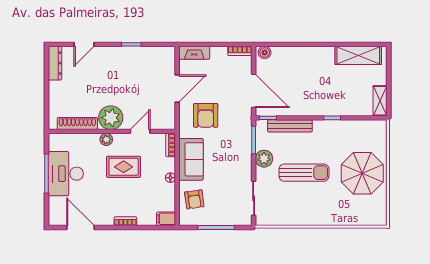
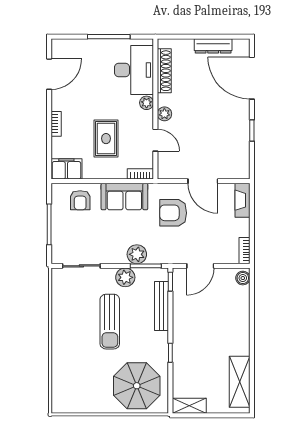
door: (84, 44) -> (252, 78), width x1.88
dresser: (55, 63) -> (213, 46), moved
door: (254, 91) -> (200, 266), width x0.73
plant: (111, 118) -> (164, 114), width x0.53, depth x0.53
plant: (243, 148) -> (137, 254), added
rug: (124, 167) -> (106, 139), moved
parasol: (362, 173) -> (137, 386), moved
desk: (66, 174) -> (134, 70), moved, turned 90
floor lamp: (170, 178) -> (104, 174), removed
armchair: (194, 199) -> (80, 200), turned -82
filing cabinet: (166, 219) -> (66, 169), width x2.00

